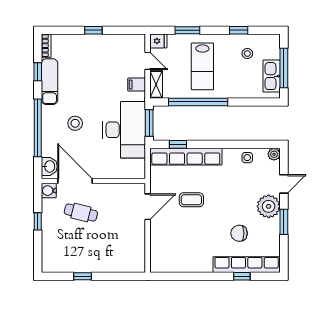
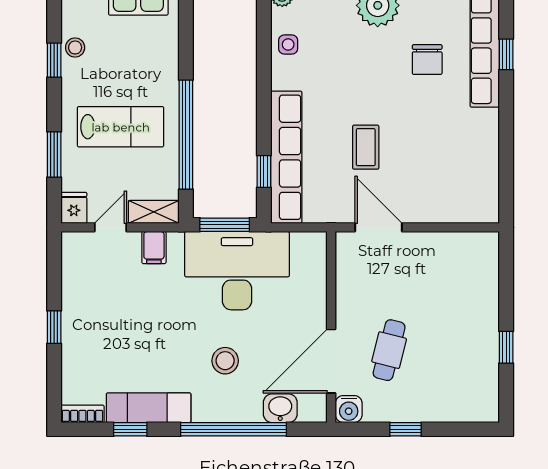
stool: (247, 54) -> (75, 47), moved
washbasin: (49, 166) -> (280, 408), moved

